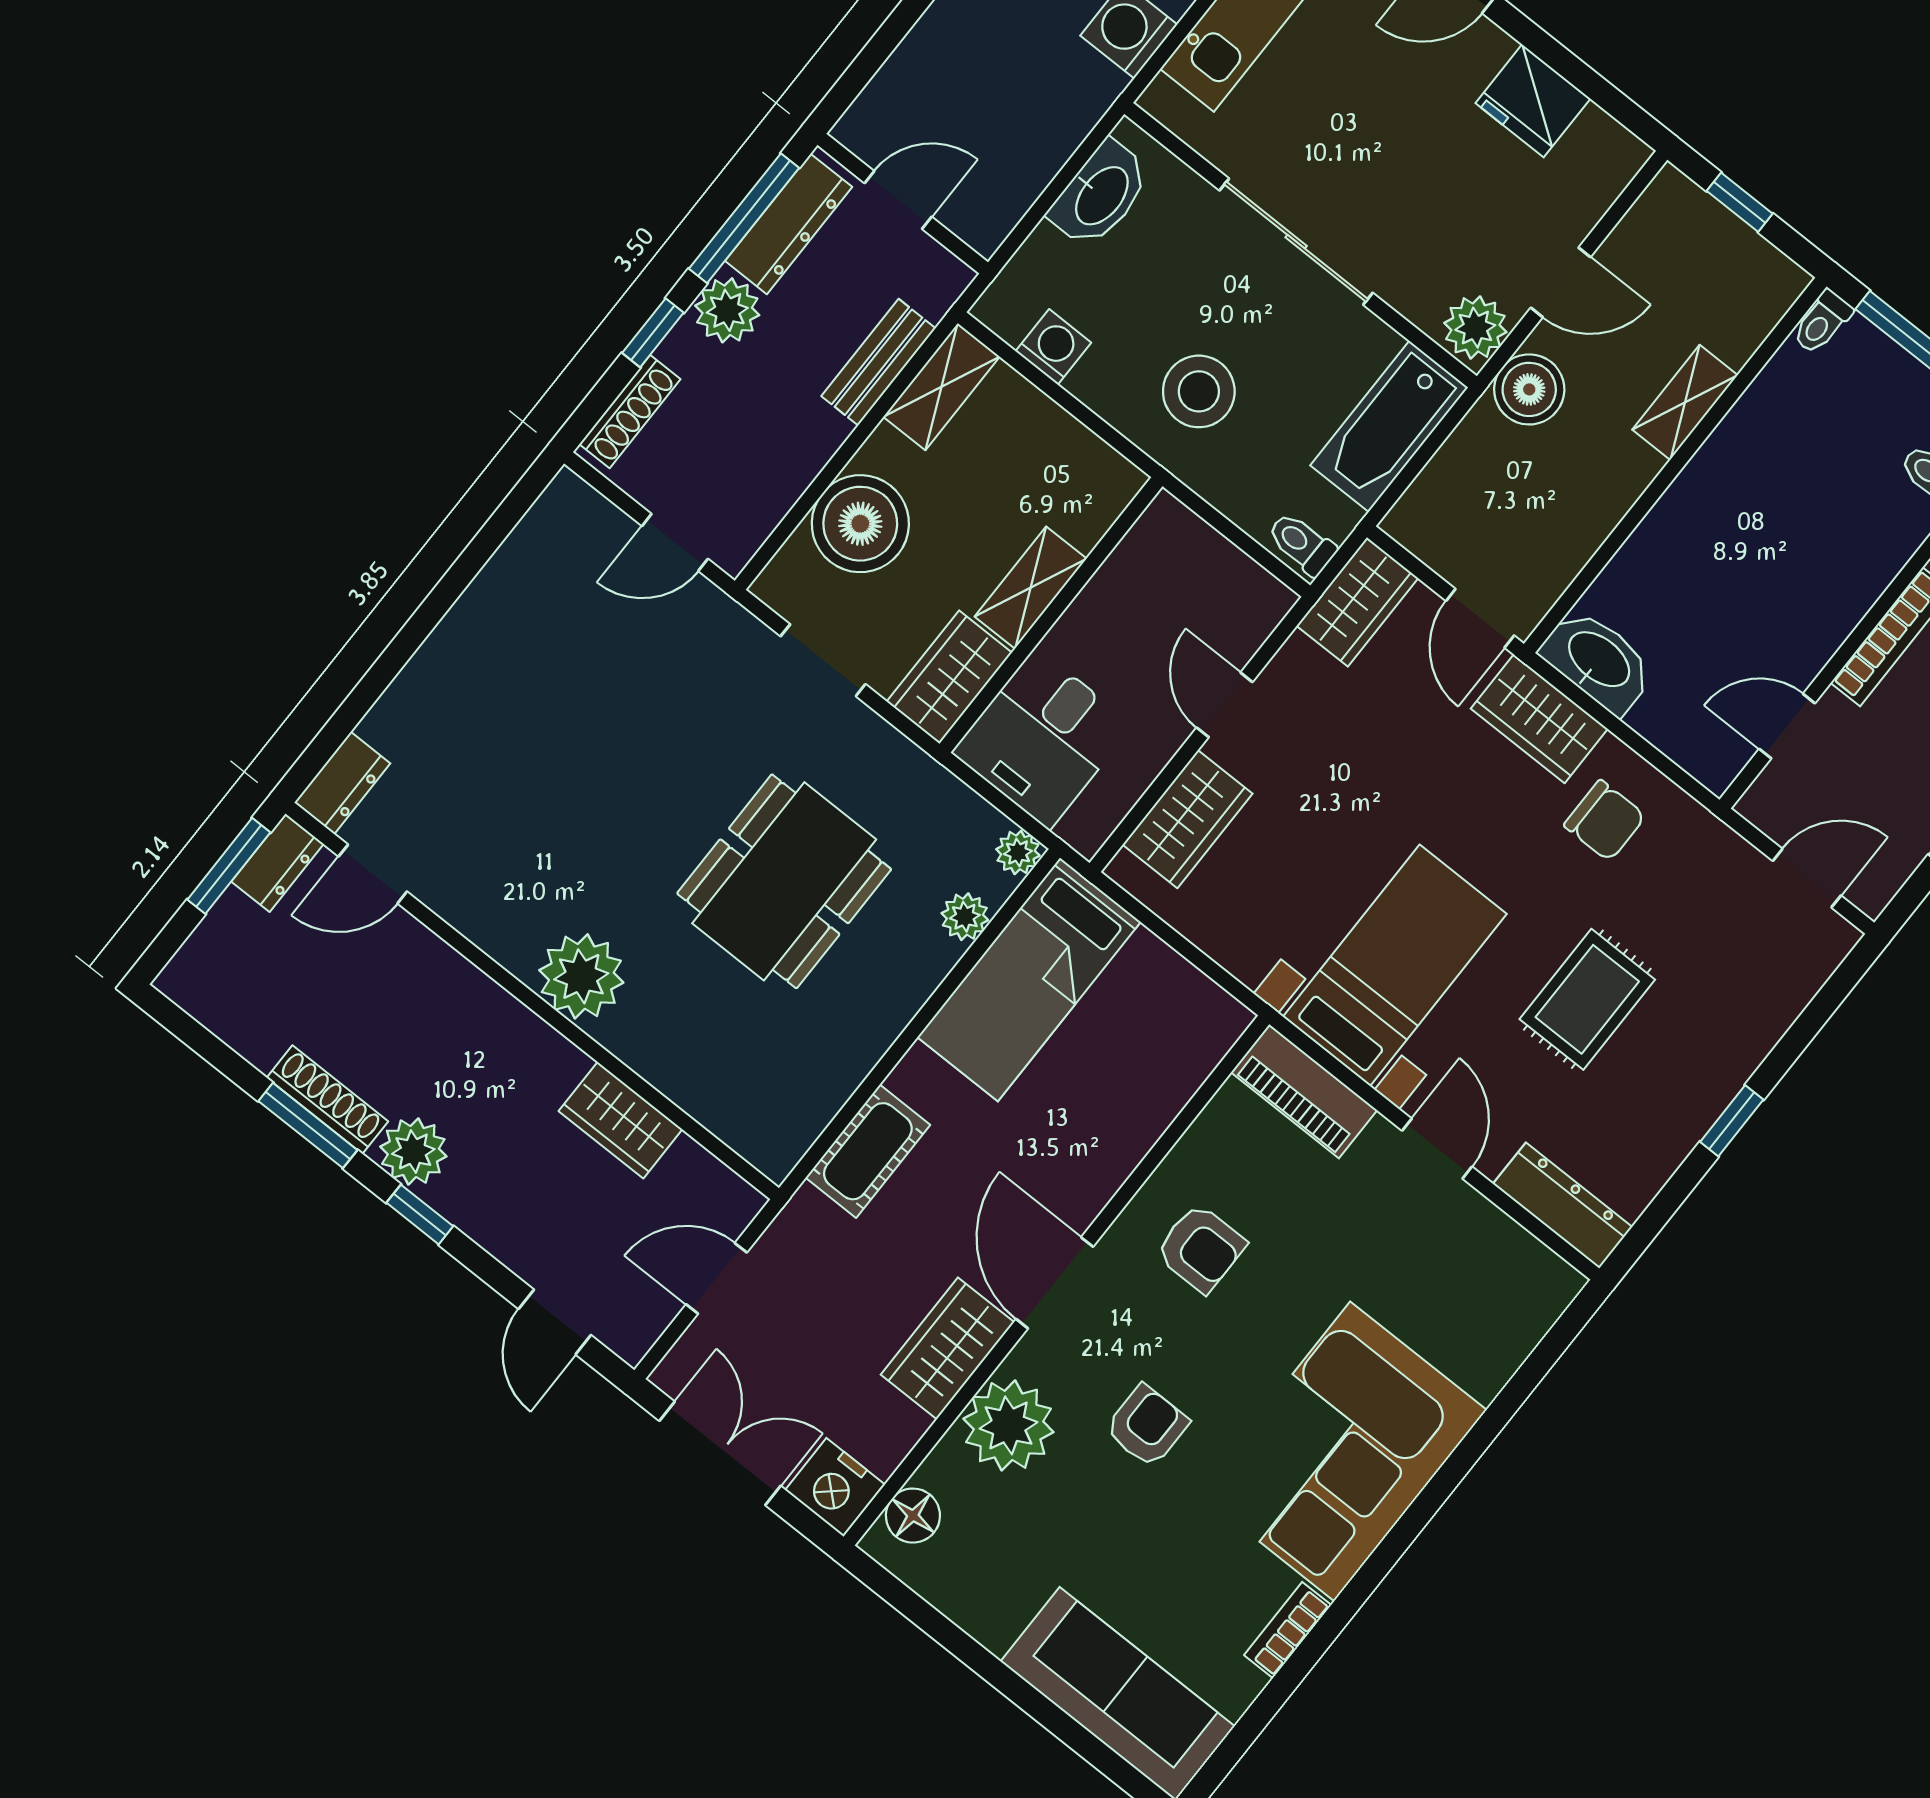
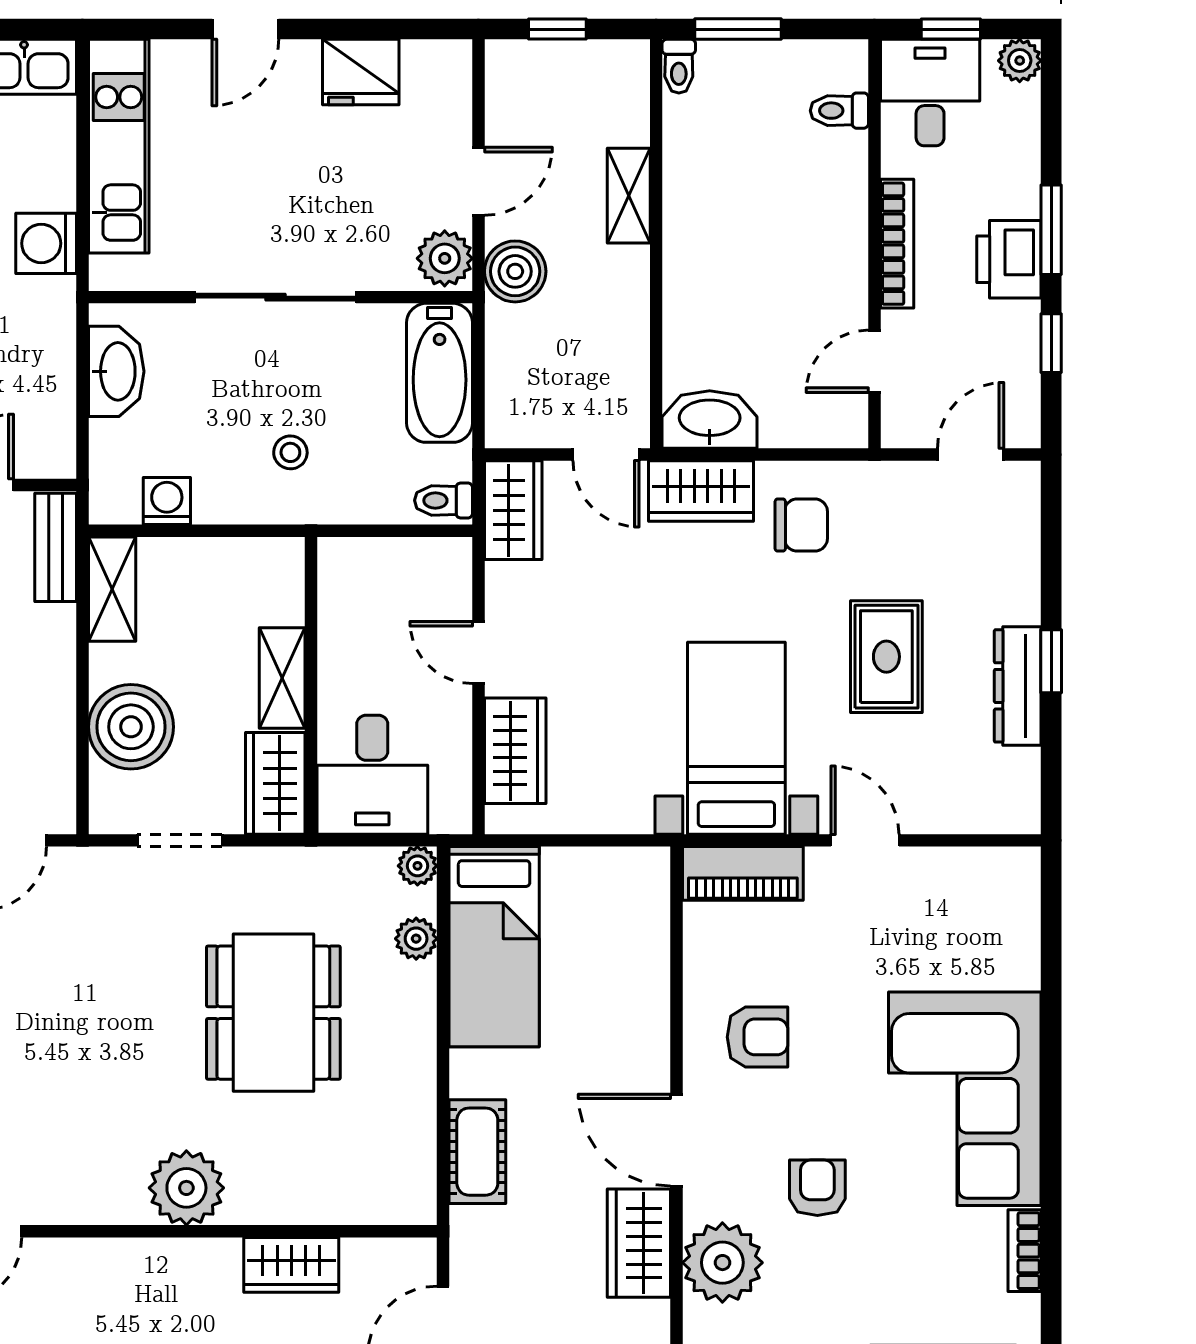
bench: (878, 362) -> (56, 547), moved
stool: (1199, 391) -> (290, 452), width x0.53, depth x0.53
dresser: (1563, 1205) -> (1018, 686), moved, turned -90

